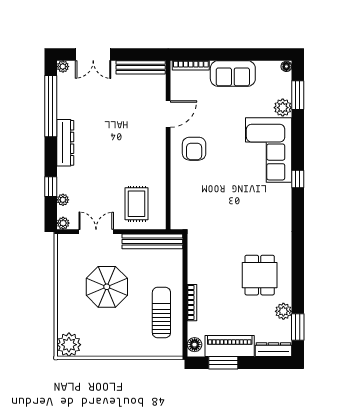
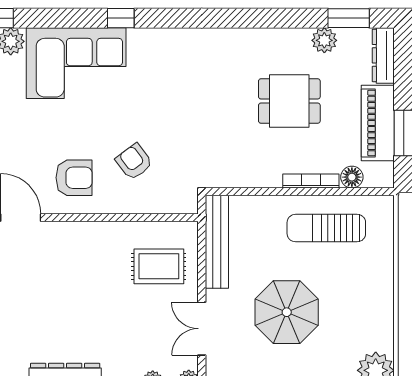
armchair: (205, 188) -> (134, 162), added
dining table: (260, 275) -> (289, 101), moved
floor lamp: (195, 345) -> (352, 177), moved

